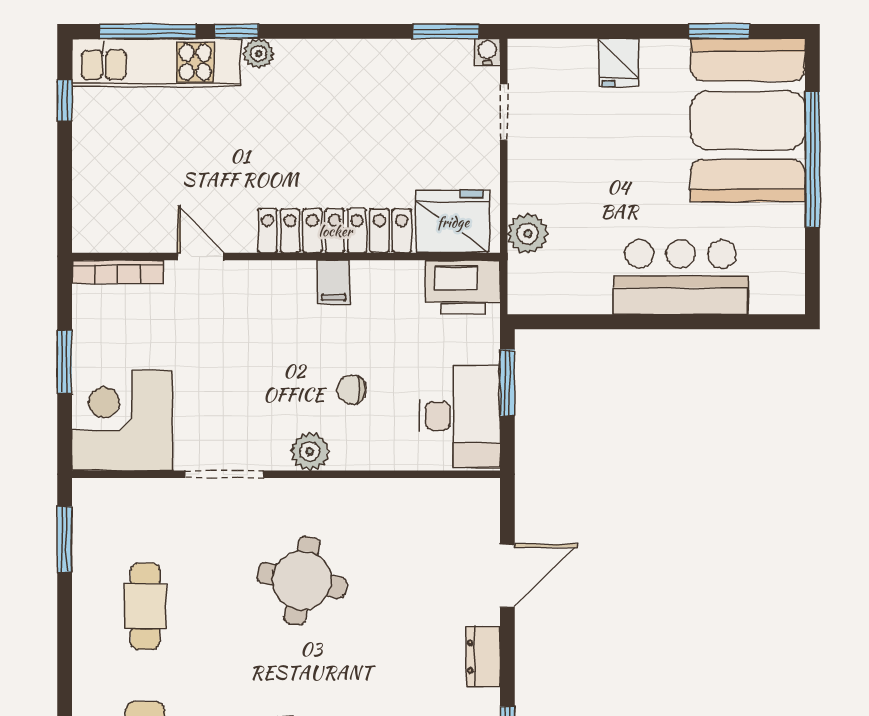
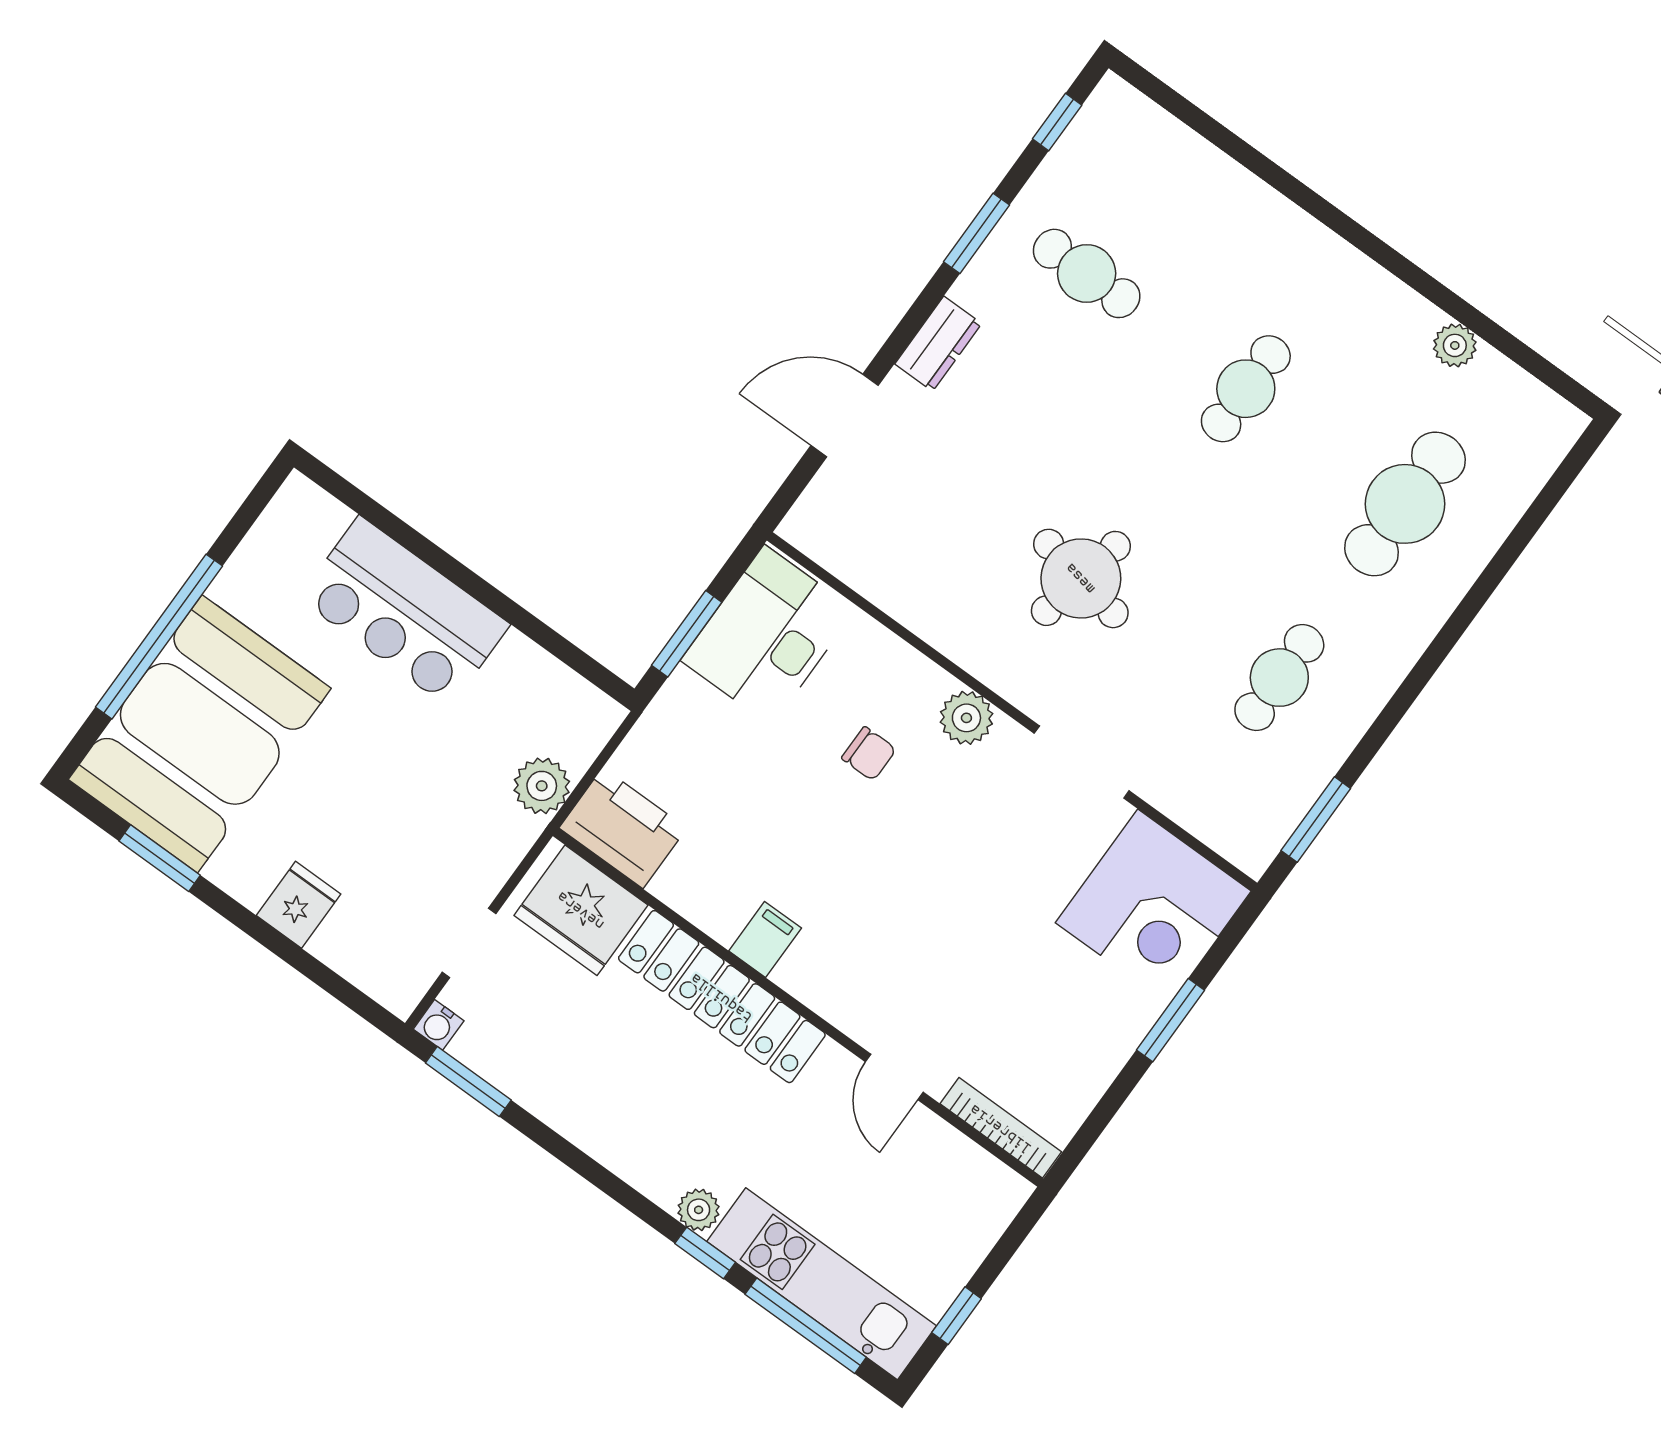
fridge: (453, 222) -> (581, 910), moved
locker: (335, 231) -> (722, 997), moved
door: (201, 256) -> (894, 1077), moved
wall: (286, 256) -> (798, 1007), moved
bookcase: (118, 272) -> (1001, 1128), moved
filing cabinet: (334, 282) -> (765, 939), moved
printer: (463, 287) -> (623, 828), moved

